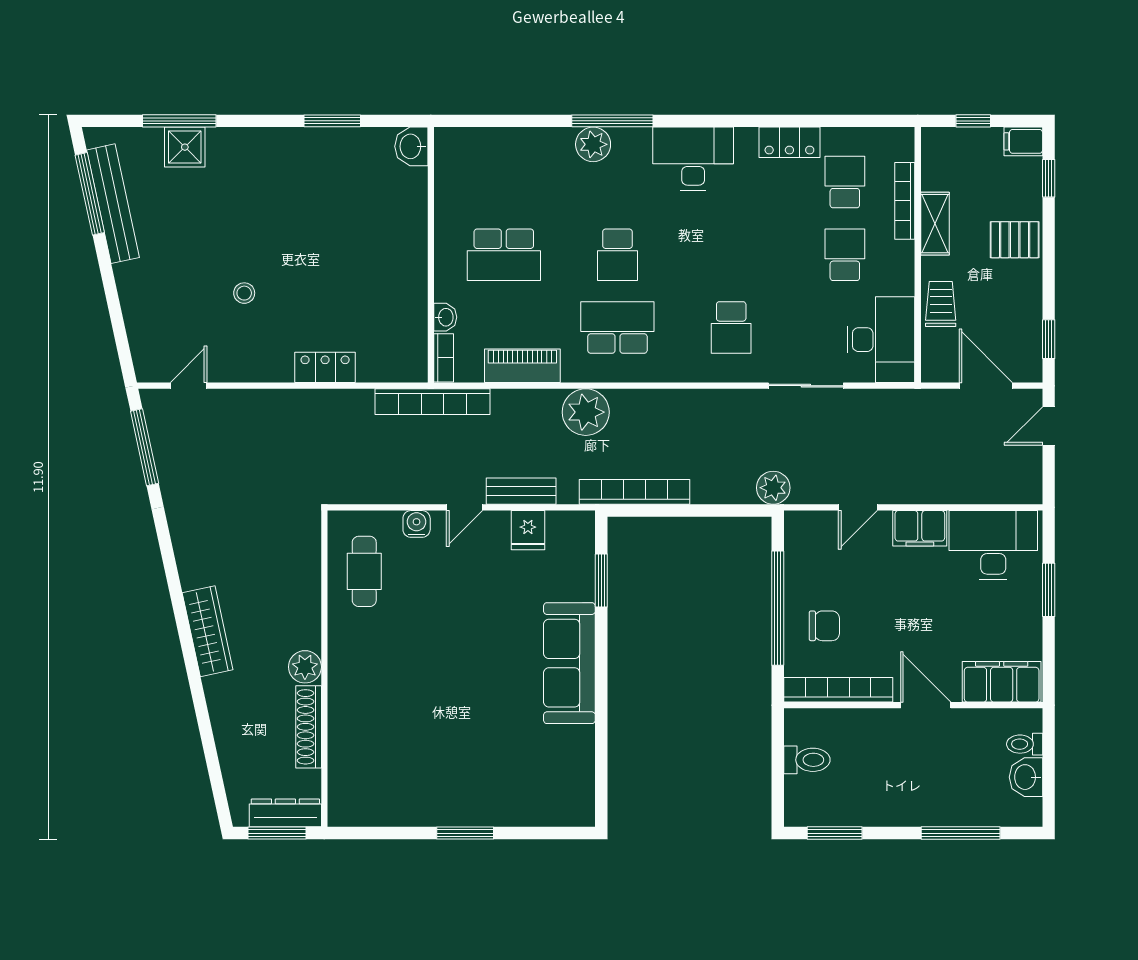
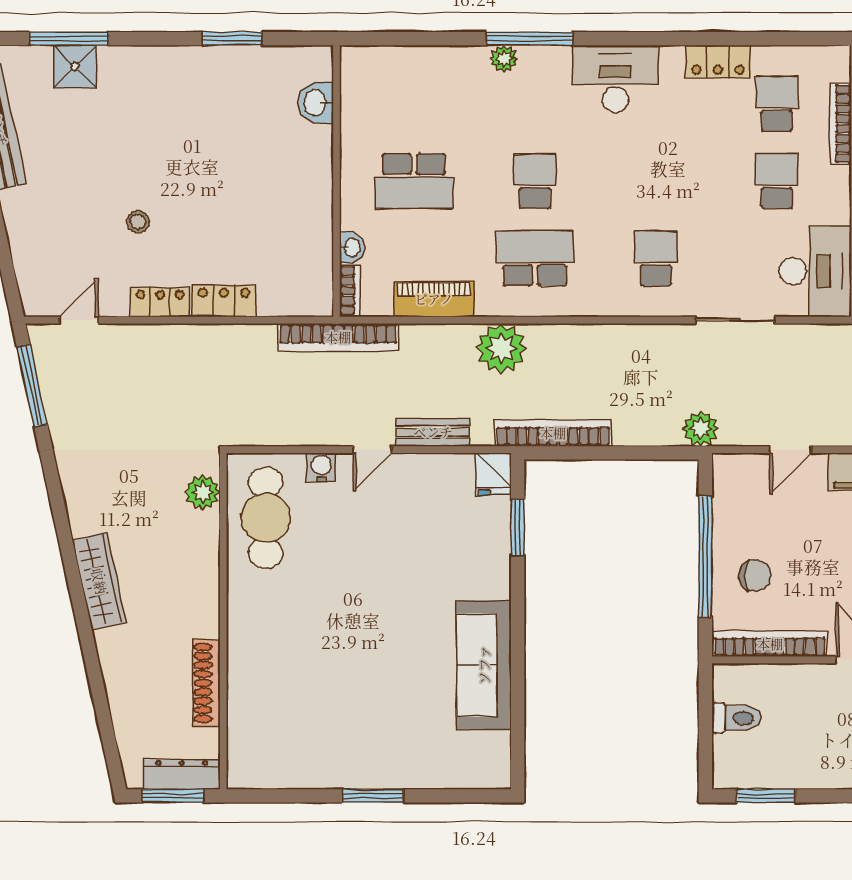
plant: (593, 144) -> (504, 59), width x0.73, depth x0.73
washbasin: (411, 146) -> (316, 103), moved
school desk: (617, 255) -> (535, 181), turned 180
school desk: (731, 327) -> (656, 258), turned 180
locker: (265, 369) -> (160, 302), added
fridge: (528, 530) -> (494, 474), moved
cafe table: (364, 571) -> (266, 518), width x1.37, depth x1.35
sofa: (569, 663) -> (484, 665), moved
plant: (305, 667) -> (203, 492), moved

